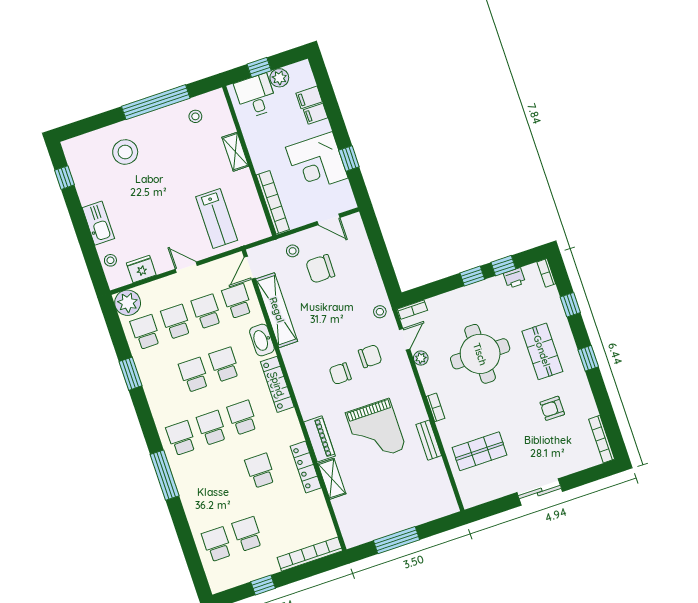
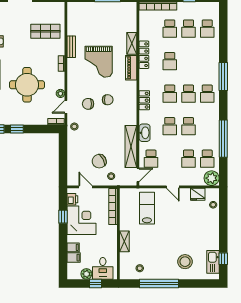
printer: (343, 192) -> (72, 199), added
kitchen sink: (98, 223) -> (213, 262), moved
chair: (320, 269) -> (99, 161), turned 153
school desk: (207, 311) -> (170, 29), moved
window: (130, 374) -> (223, 139), width x2.11
locker: (277, 384) -> (144, 100), width x0.66
grand piano: (376, 431) -> (99, 62), turned 180

